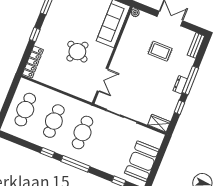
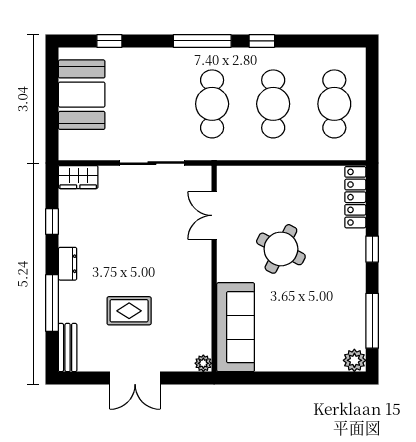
window: (190, 80) -> (52, 303), moved

